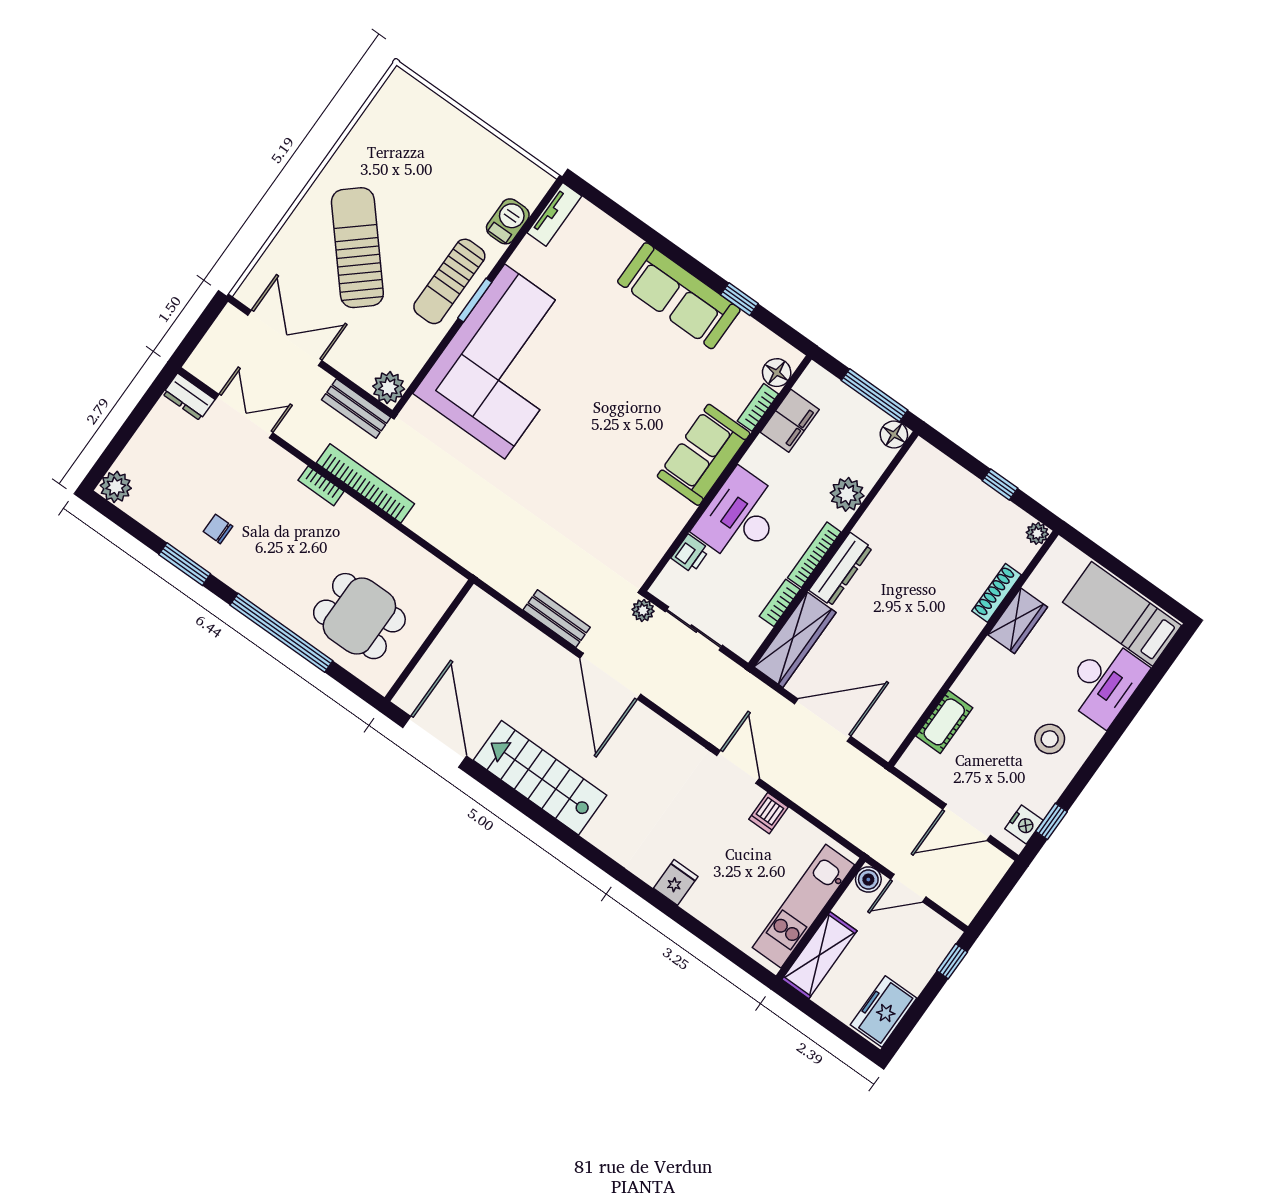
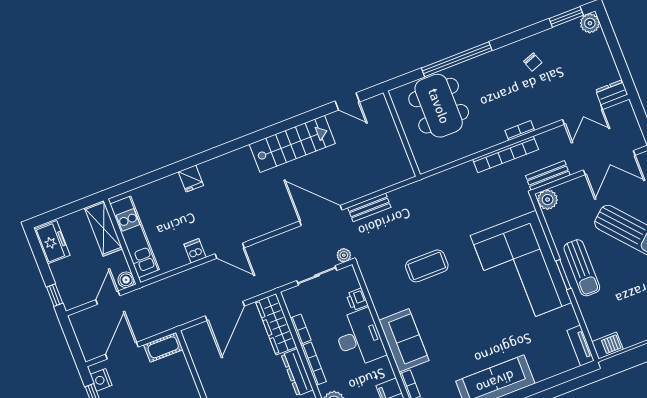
barbecue: (508, 221) -> (607, 346), moved, turned -90
sun lounger: (449, 281) -> (582, 268), turned 180
coffee table: (584, 490) -> (427, 266), added
chair: (218, 529) -> (533, 62), turned 70
window: (185, 564) -> (566, 17), moved
dining table: (359, 616) -> (439, 106), width x1.37
cot: (944, 722) -> (163, 347), moved, turned 90
door: (435, 742) -> (347, 101), width x0.53

